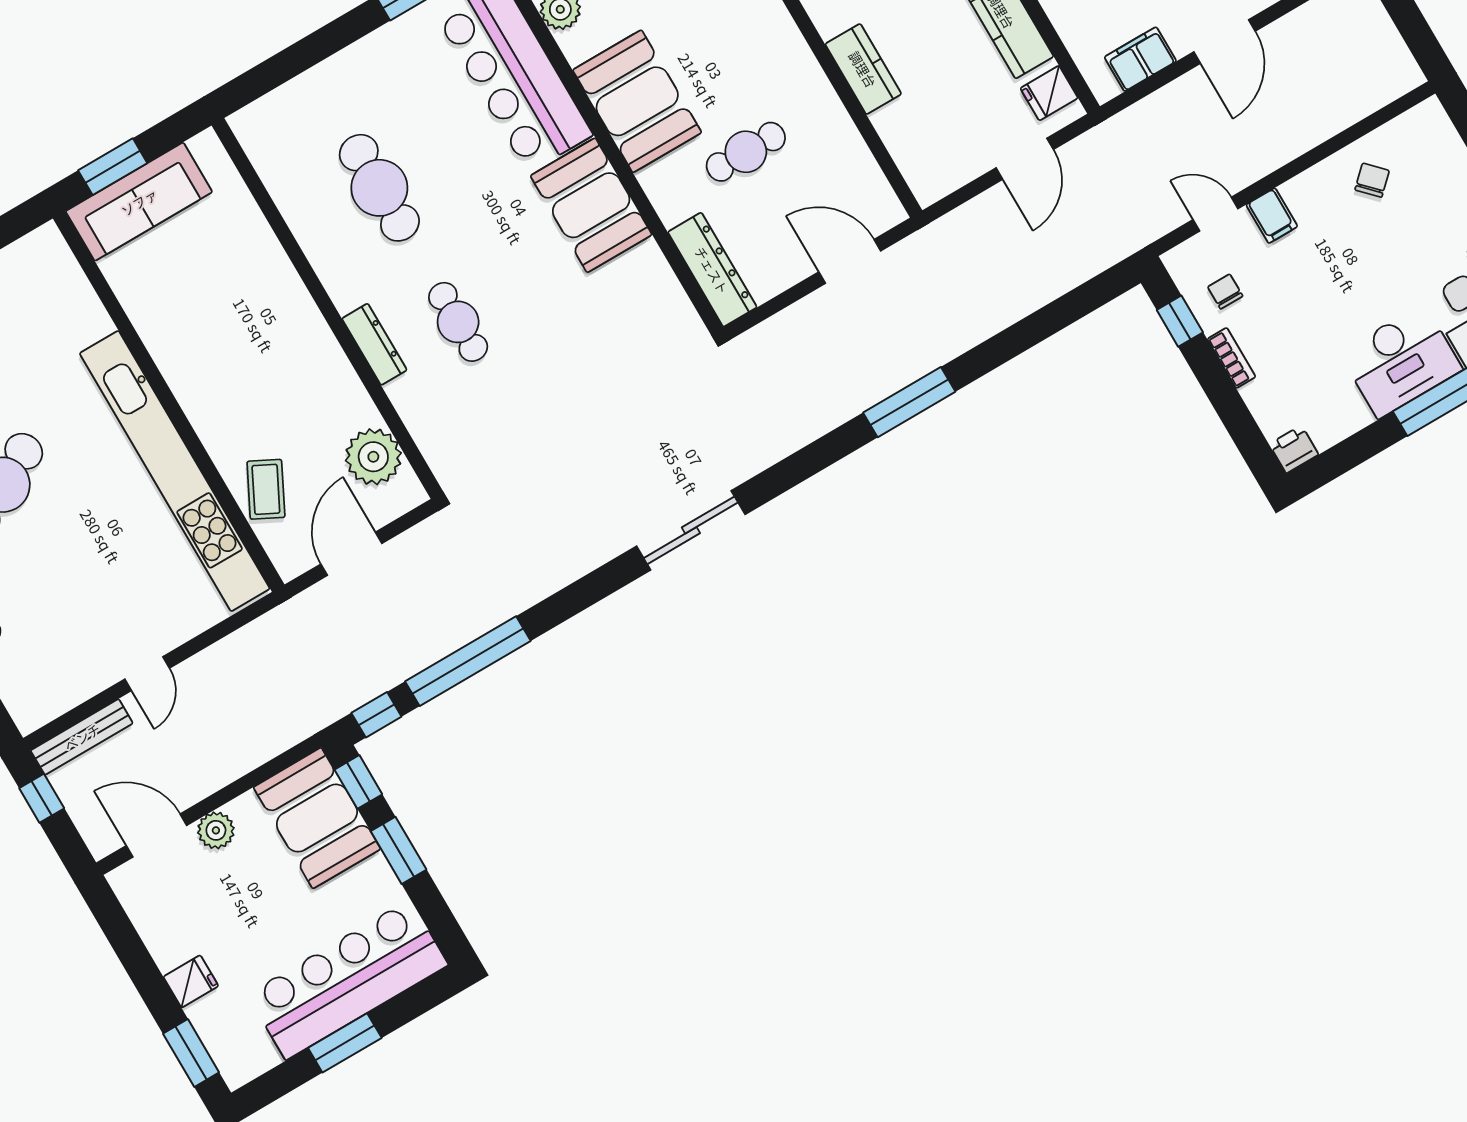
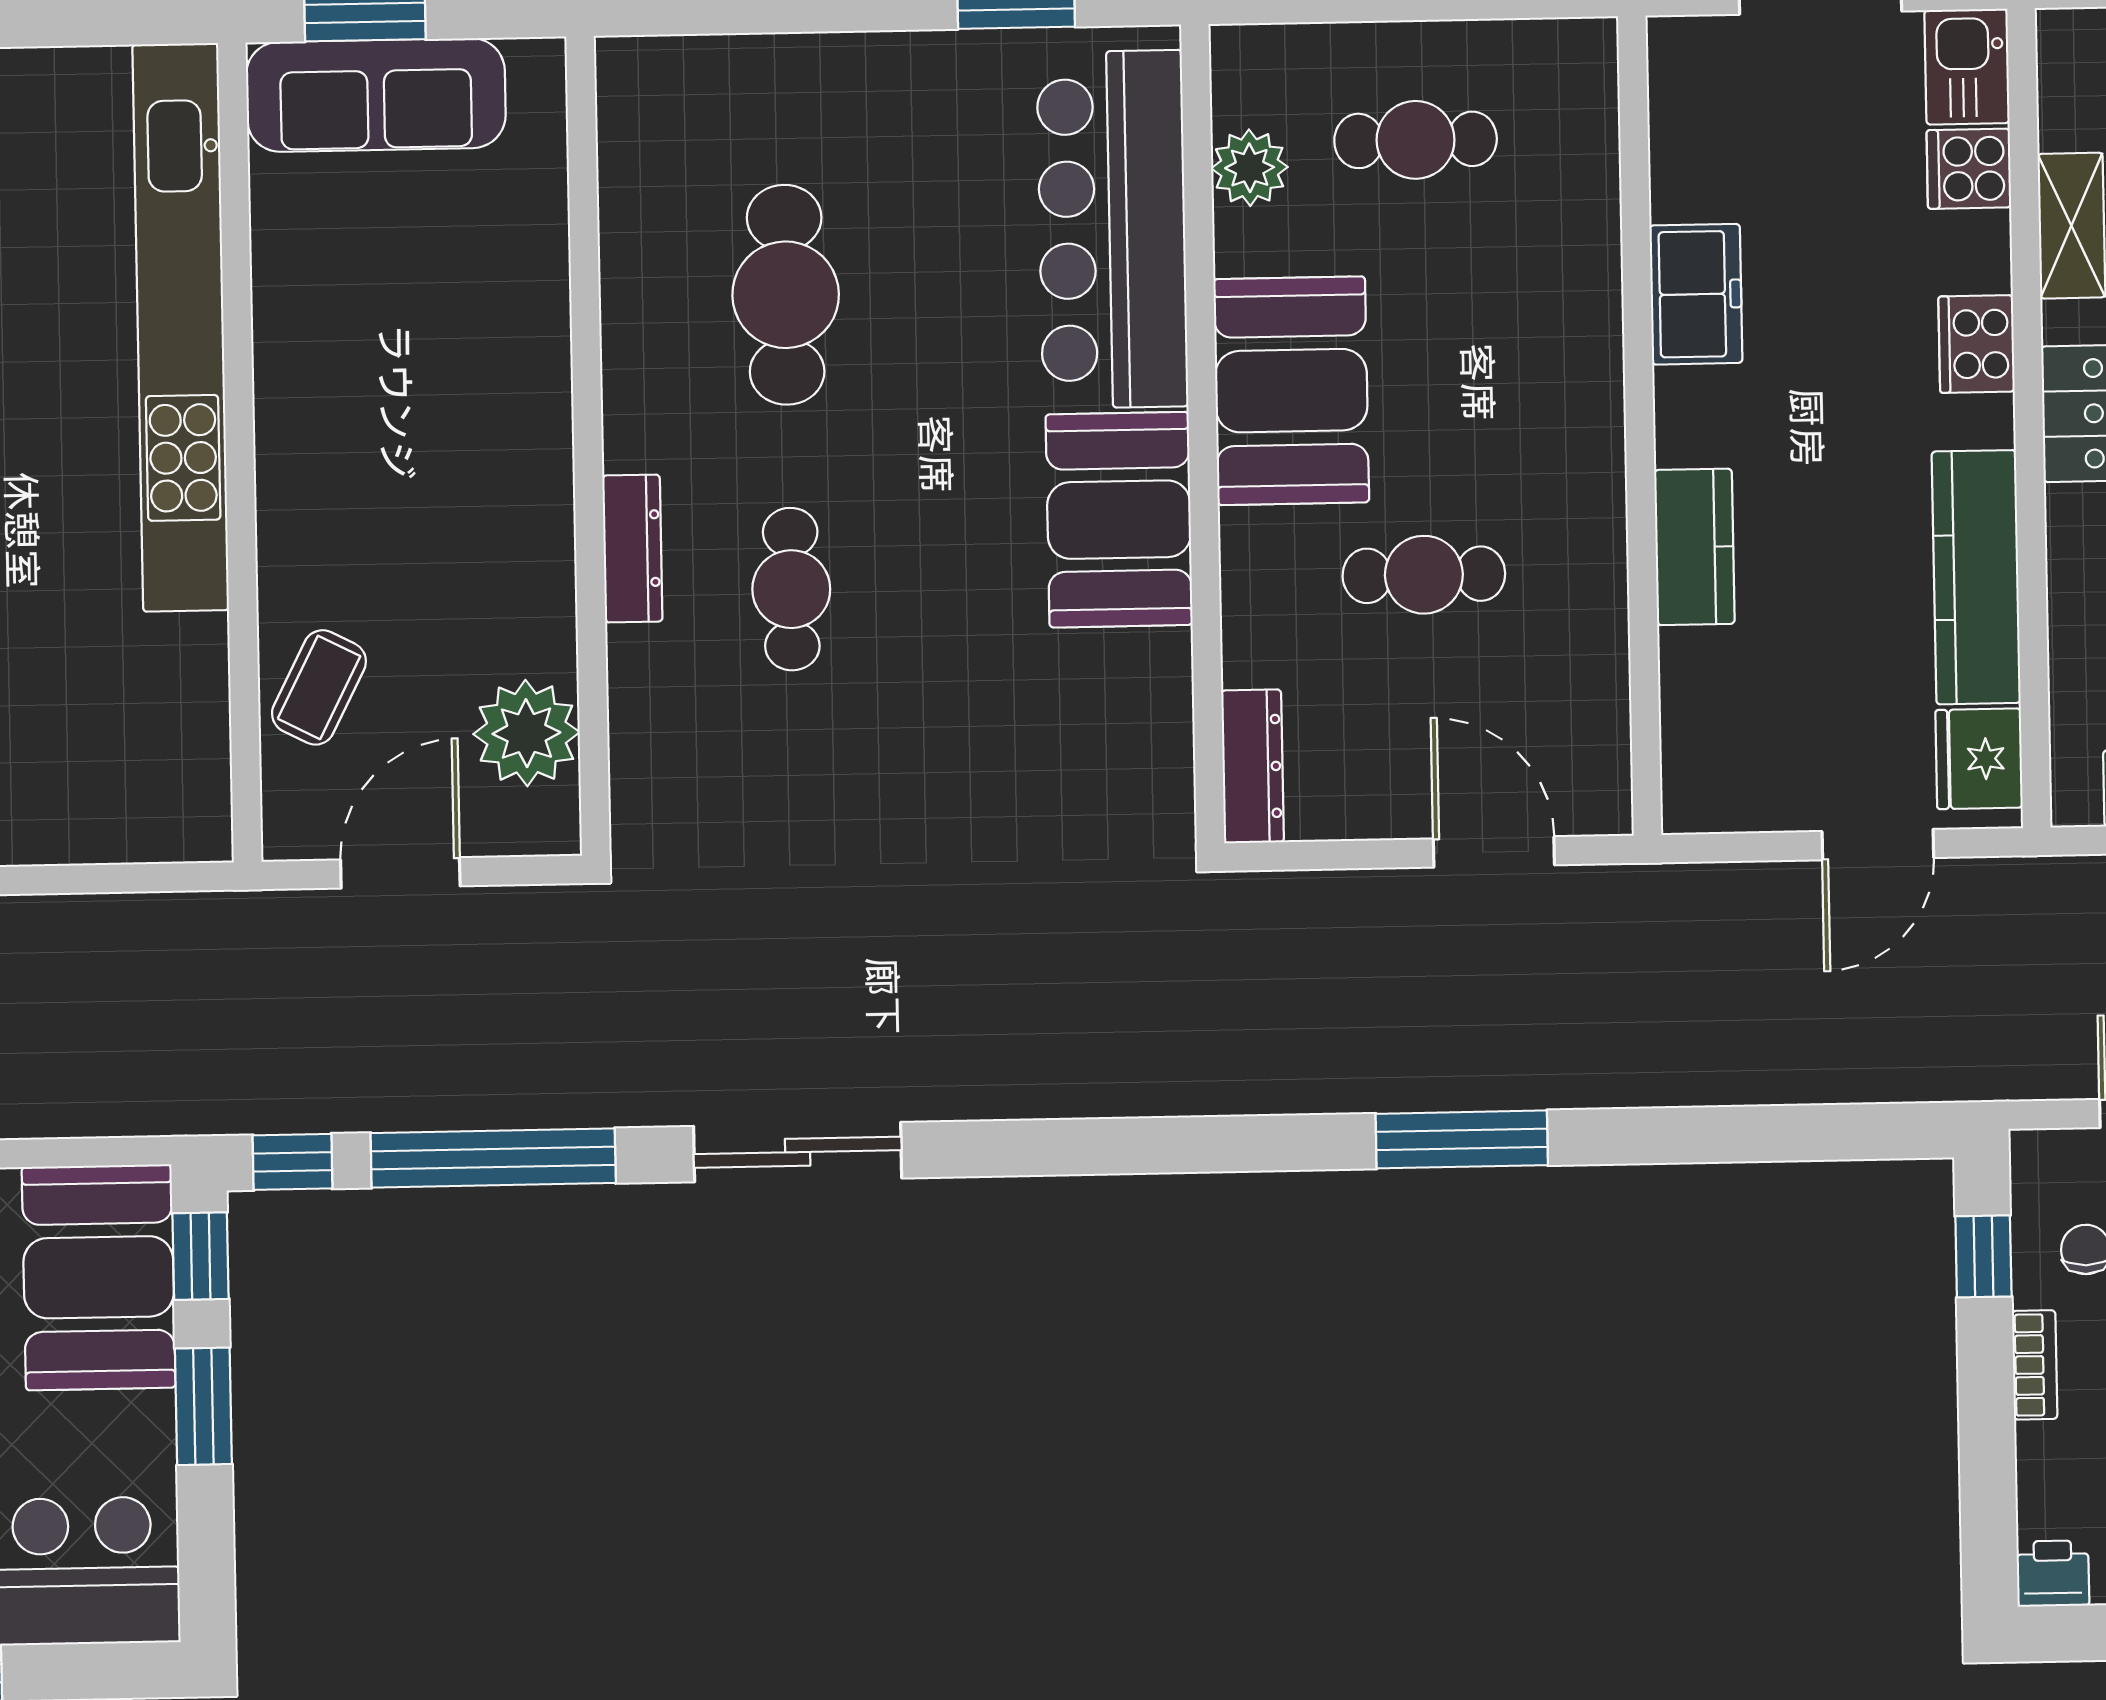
fridge: (1049, 93) -> (1979, 759), width x1.38
dresser: (712, 270) -> (1253, 766), width x0.73, depth x0.80
kitchen unit: (175, 471) -> (181, 327), moved
sliding door: (691, 530) -> (798, 1152), moved

